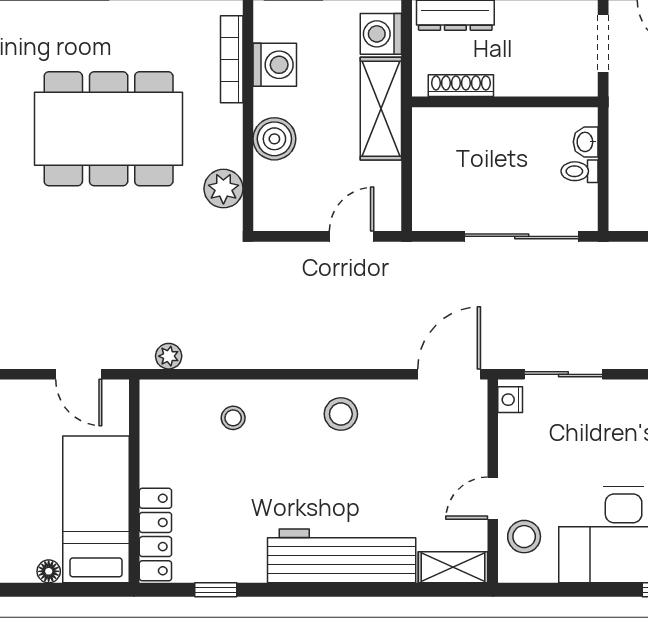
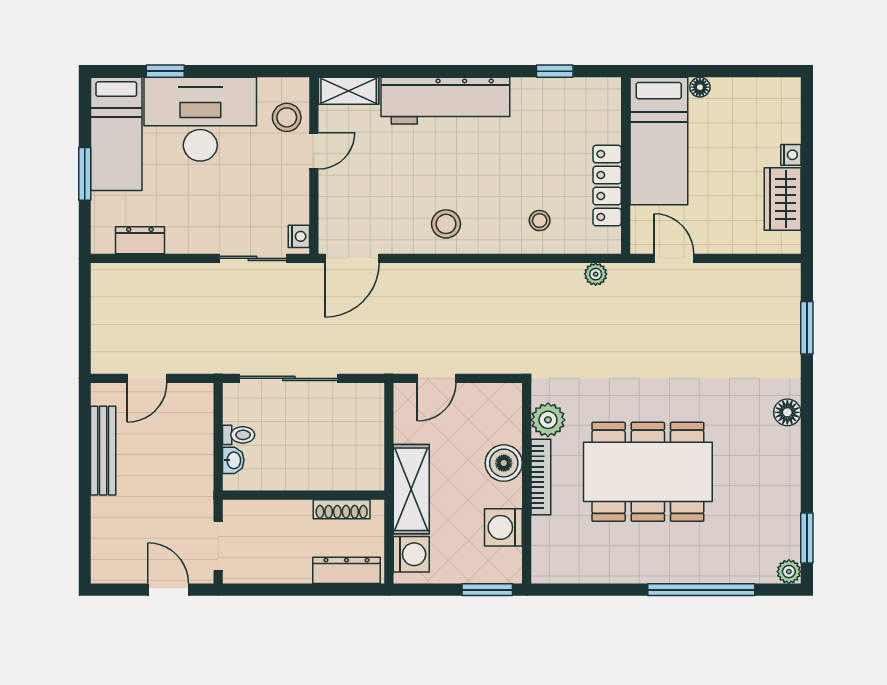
bookcase: (232, 59) -> (541, 477), moved
locker: (155, 535) -> (607, 186), moved

